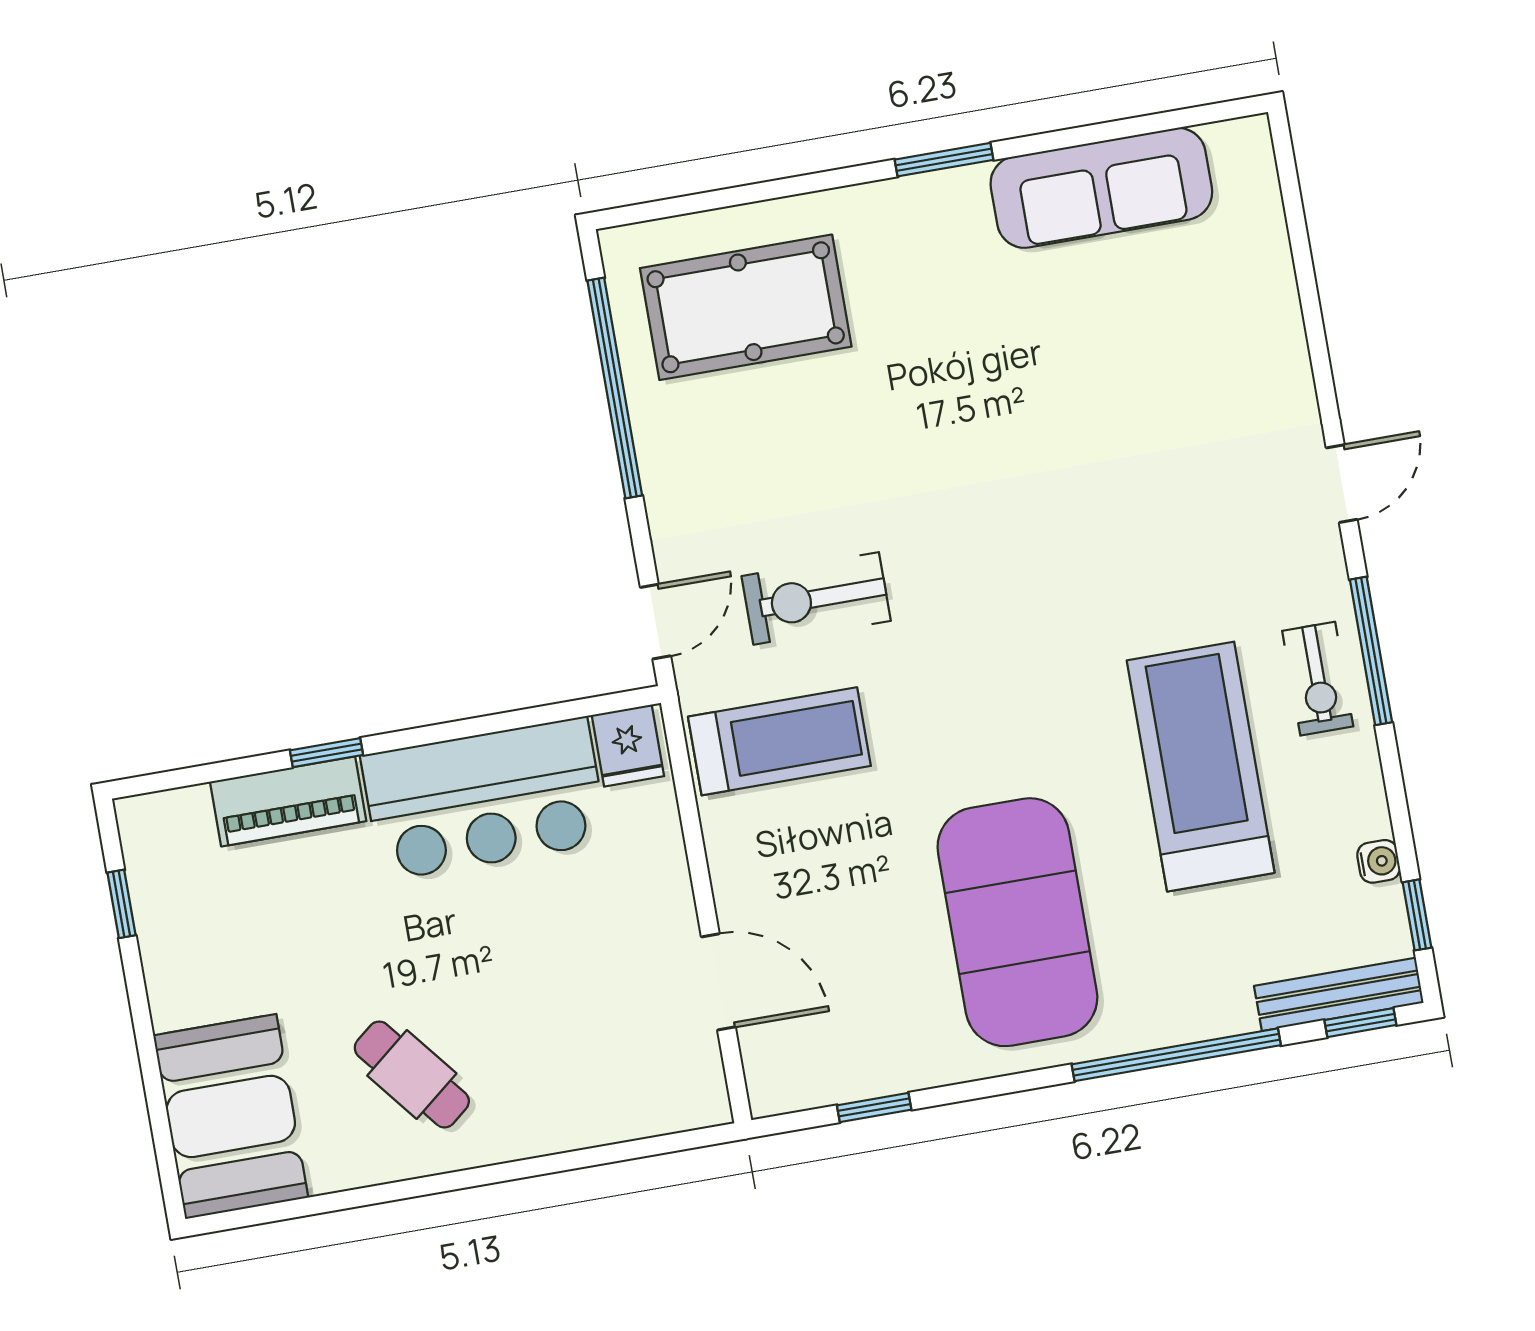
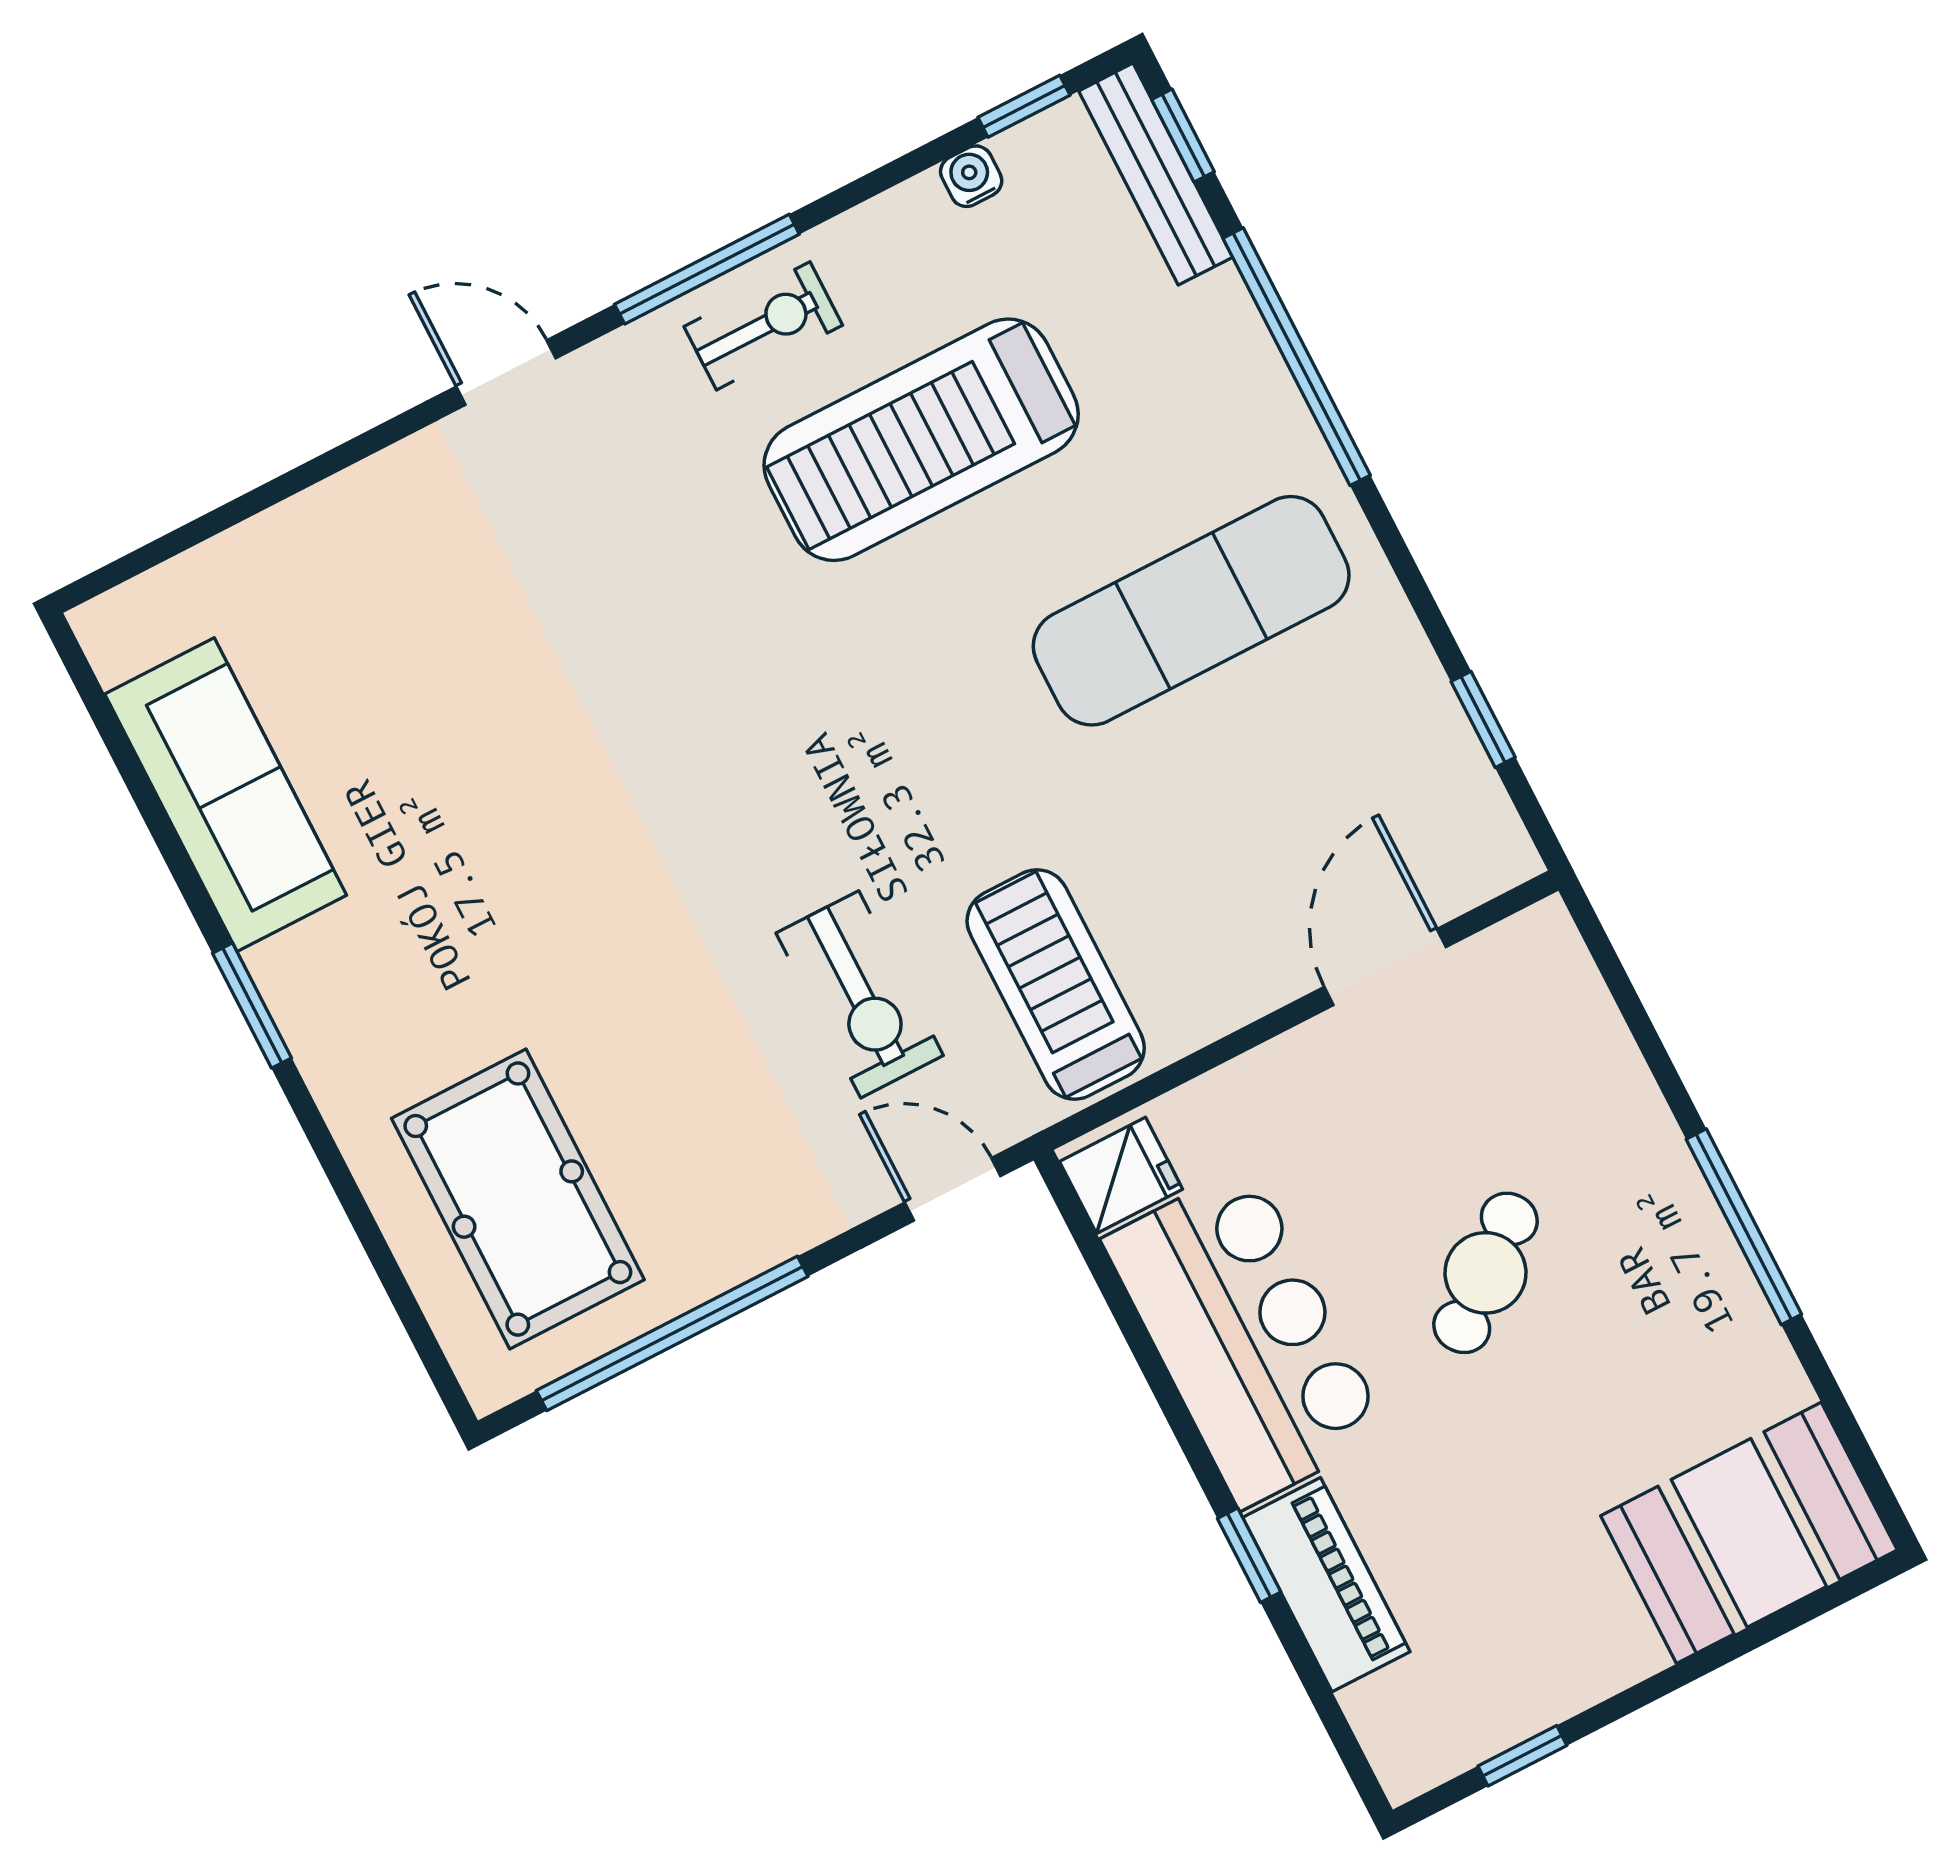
exercise mat: (1017, 922) -> (1191, 611), width x0.68
cafe table: (412, 1074) -> (1486, 1273), moved
window: (452, 1181) -> (1744, 1227), added

